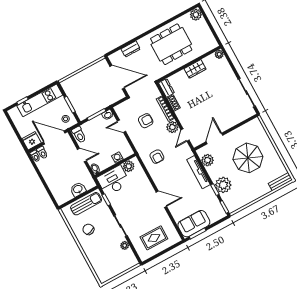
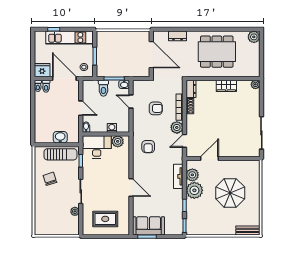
toilet: (79, 135) -> (103, 88), moved
tv unit: (198, 172) -> (178, 176), width x0.71
plant: (223, 185) -> (194, 190), moved

